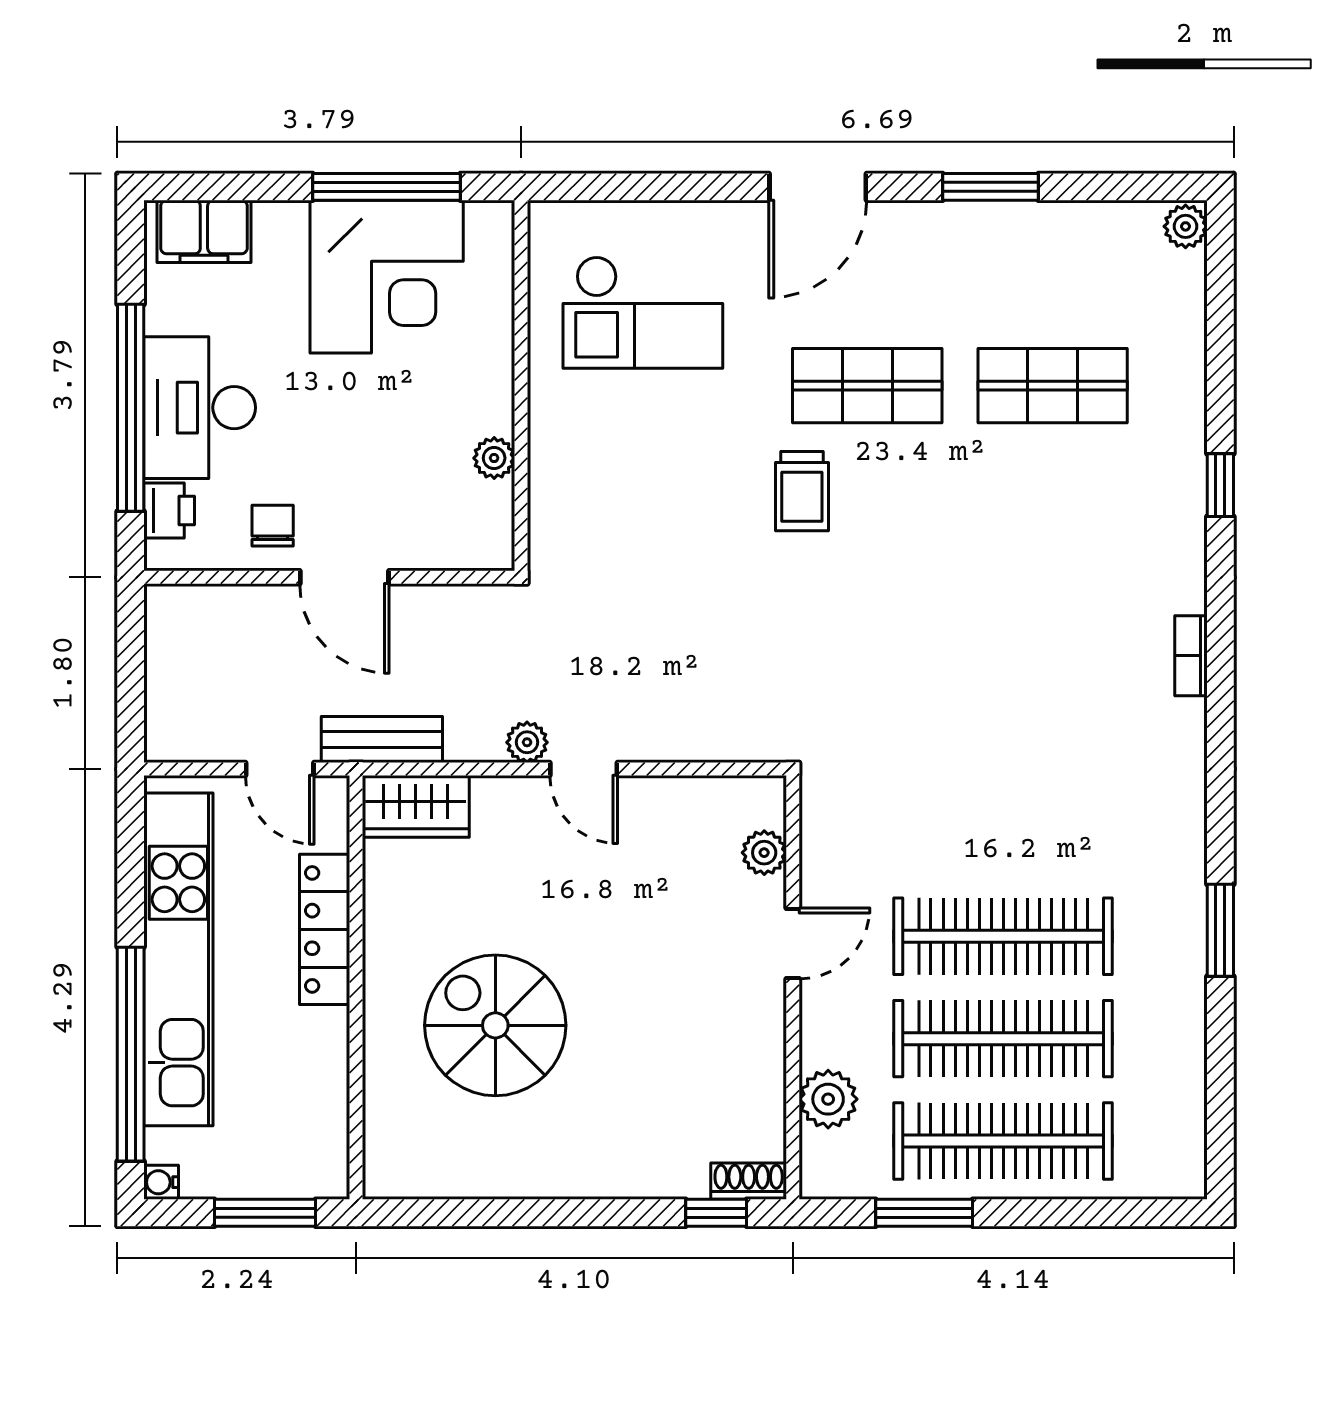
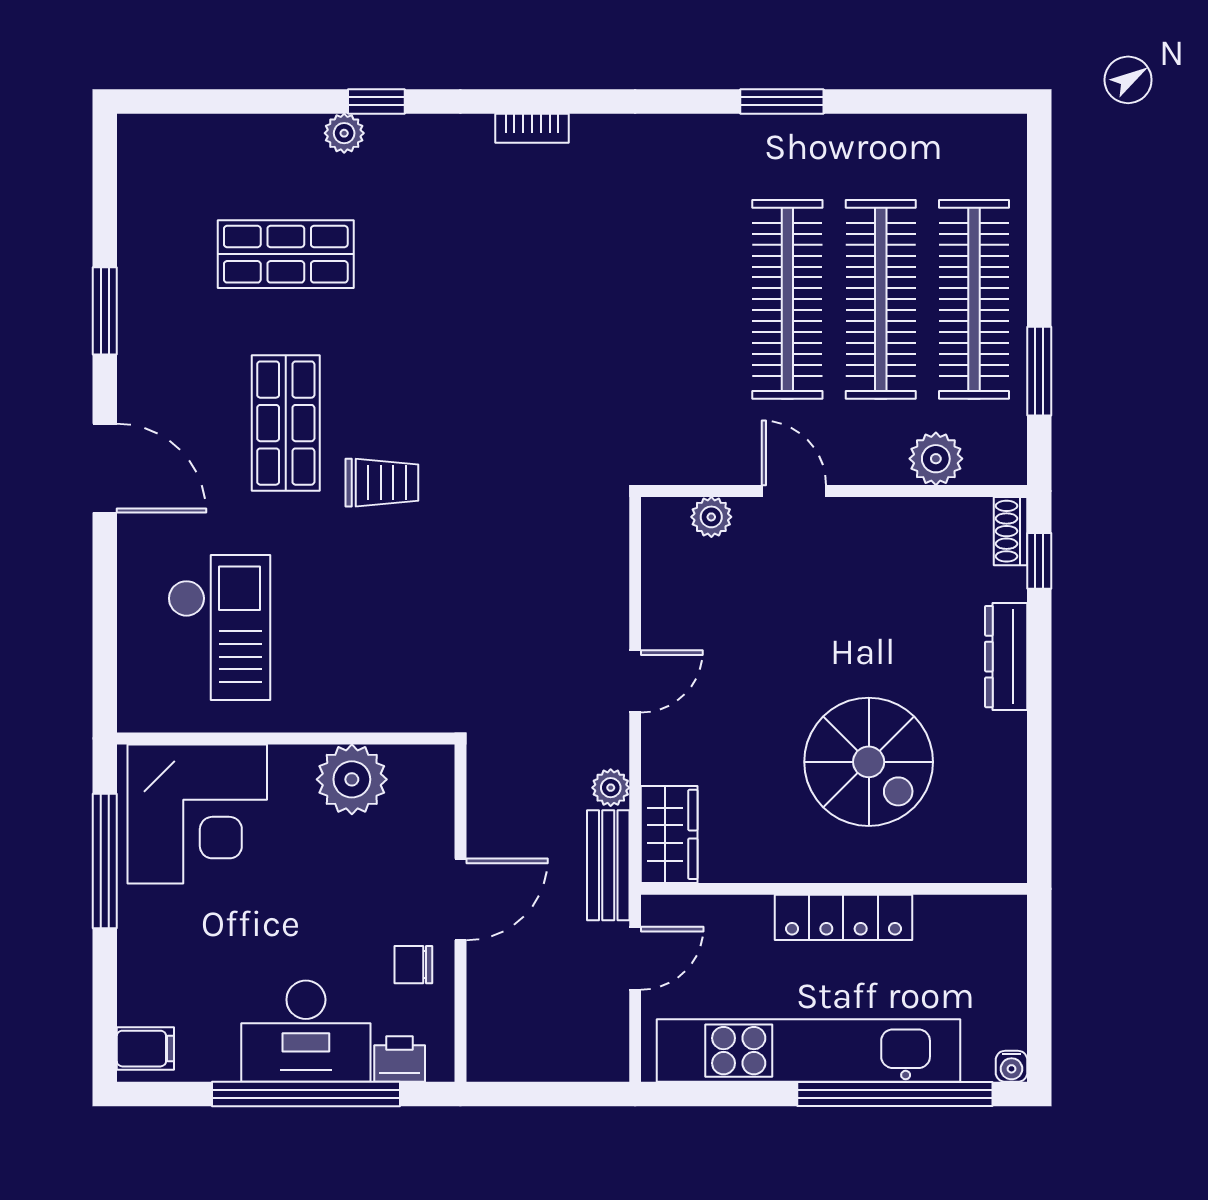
plant: (1186, 226) -> (344, 133), moved
filing cabinet: (204, 231) -> (145, 1049), width x0.50
corner desk: (387, 277) -> (197, 814), moved, turned 90
shop shelf: (1053, 386) -> (286, 254), turned 90
plant: (494, 458) -> (352, 779), width x1.88, depth x1.88
plant: (527, 742) -> (611, 788), moved
locker: (325, 929) -> (843, 917), moved
spiral stairs: (495, 1025) -> (869, 762), turned -90
dresser: (611, 1176) -> (1006, 657), added
window: (265, 1213) -> (1039, 972), removed

